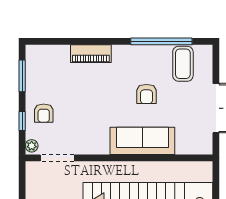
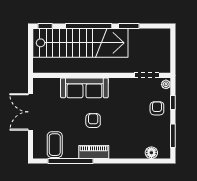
floor lamp: (51, 53) -> (151, 153), added
piano: (91, 54) -> (94, 152), moved
armchair: (146, 94) -> (93, 121), moved

